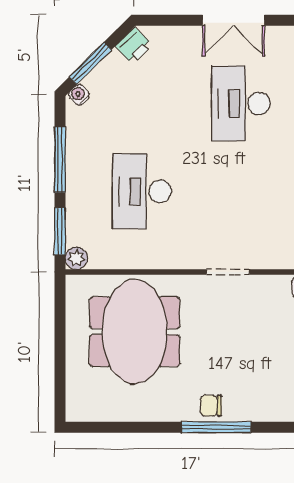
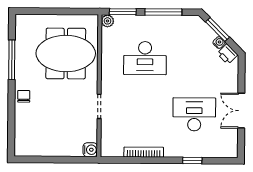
water cooler: (79, 95) -> (219, 43), moved
desk: (142, 191) -> (145, 58), turned 180
window: (216, 427) -> (12, 60), moved

